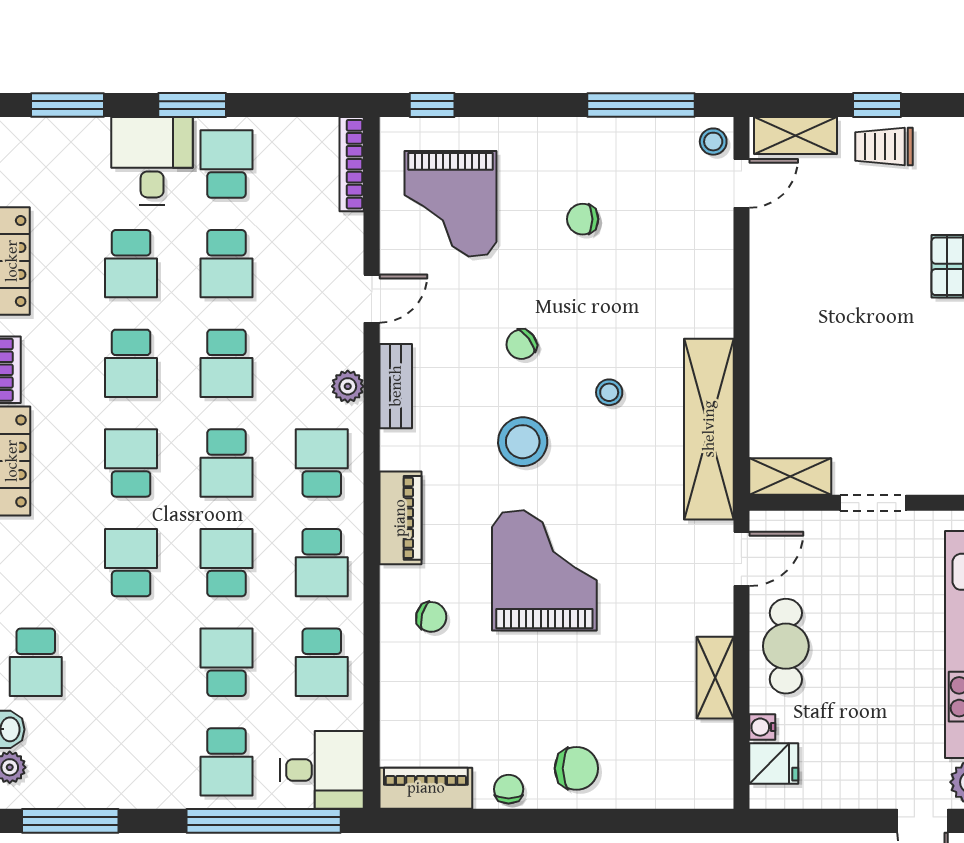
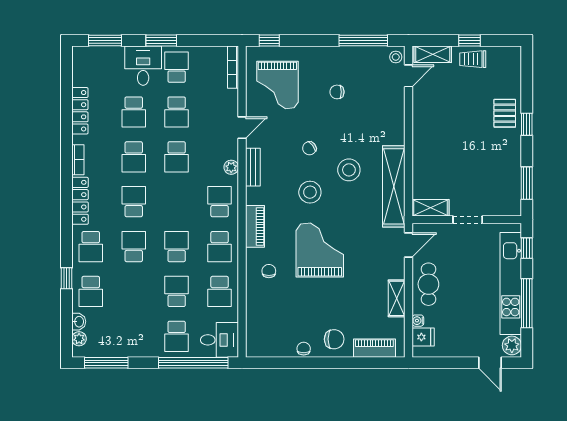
stool: (609, 392) -> (349, 170), width x1.89, depth x1.89
school desk: (226, 463) -> (91, 247), moved
chair: (431, 617) -> (269, 271), turned -105
piano: (426, 788) -> (374, 348), moved

